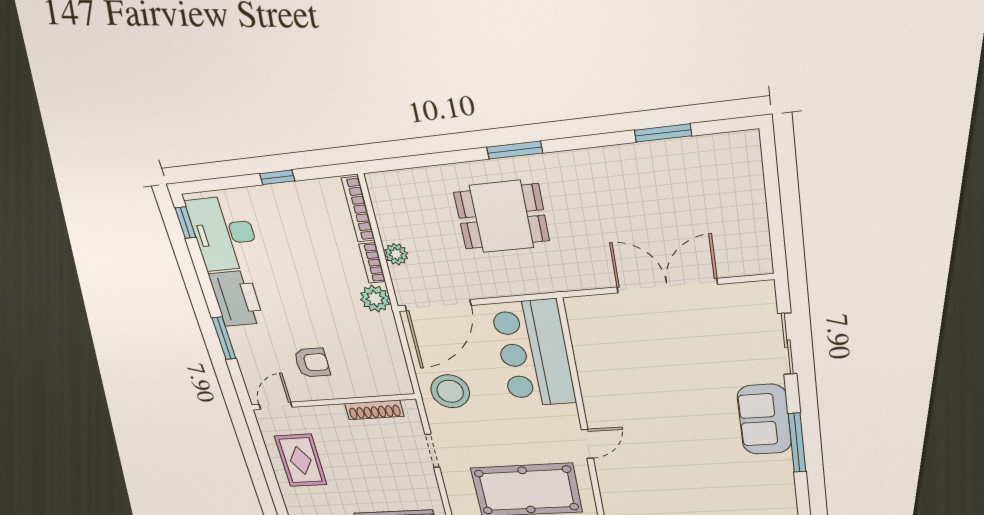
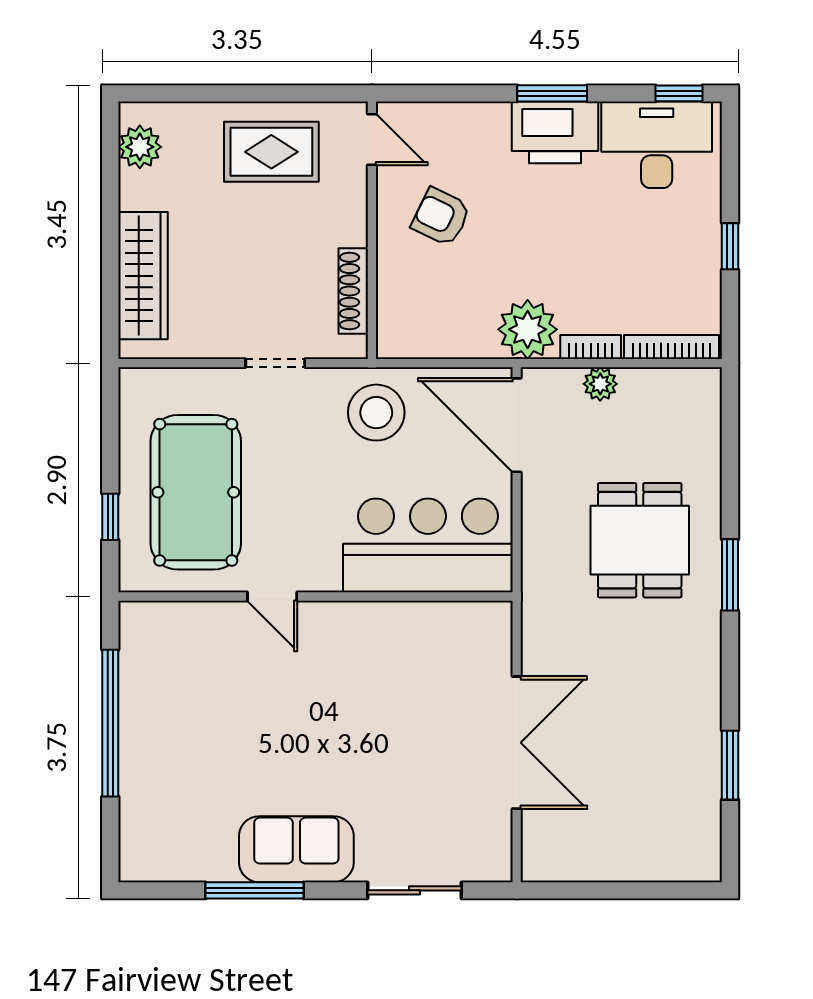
plant: (375, 299) -> (528, 329), width x1.36, depth x1.36
window: (224, 338) -> (552, 93), moved
armchair: (312, 363) -> (441, 217), turned 116

